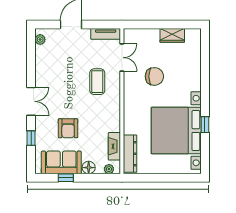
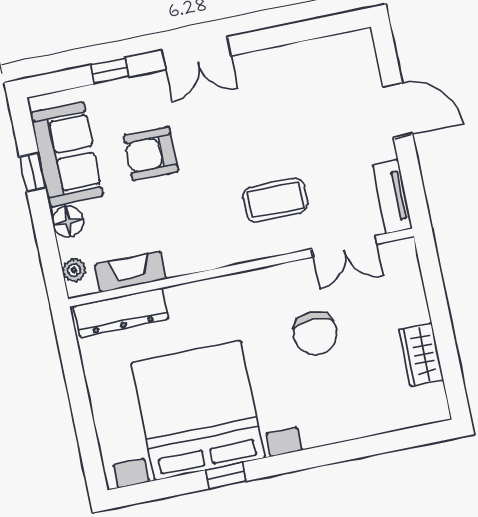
plant: (40, 39) -> (347, 45), removed

